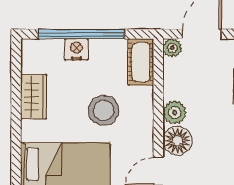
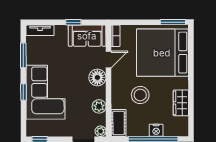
plant: (175, 112) -> (99, 106), moved

